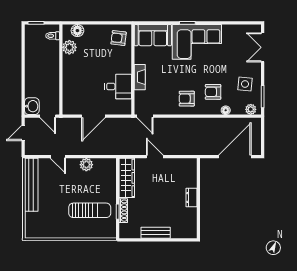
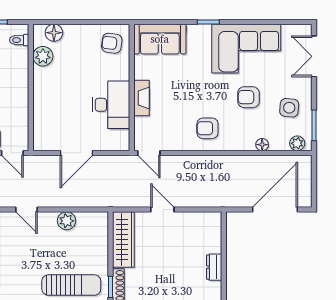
corner sofa: (197, 42) -> (246, 49), moved
desk: (118, 86) -> (111, 105), width x1.37
armchair: (213, 92) -> (248, 97), moved

